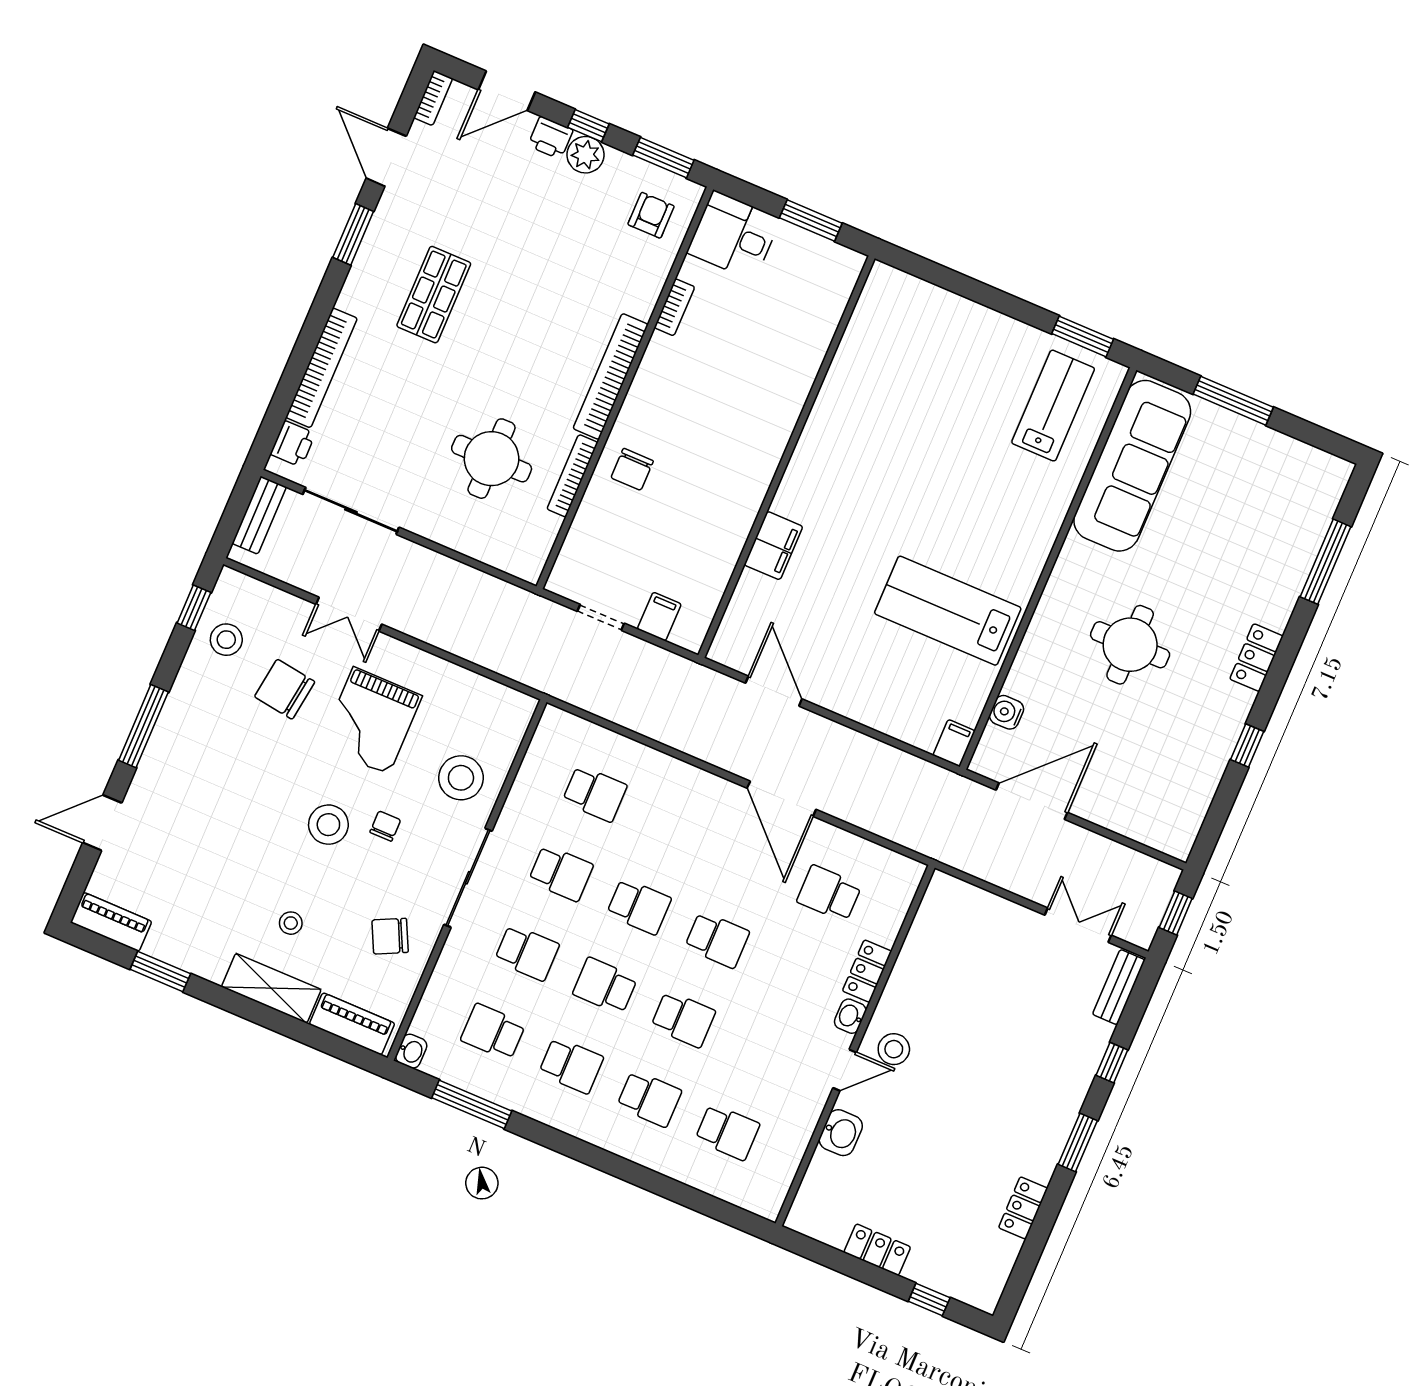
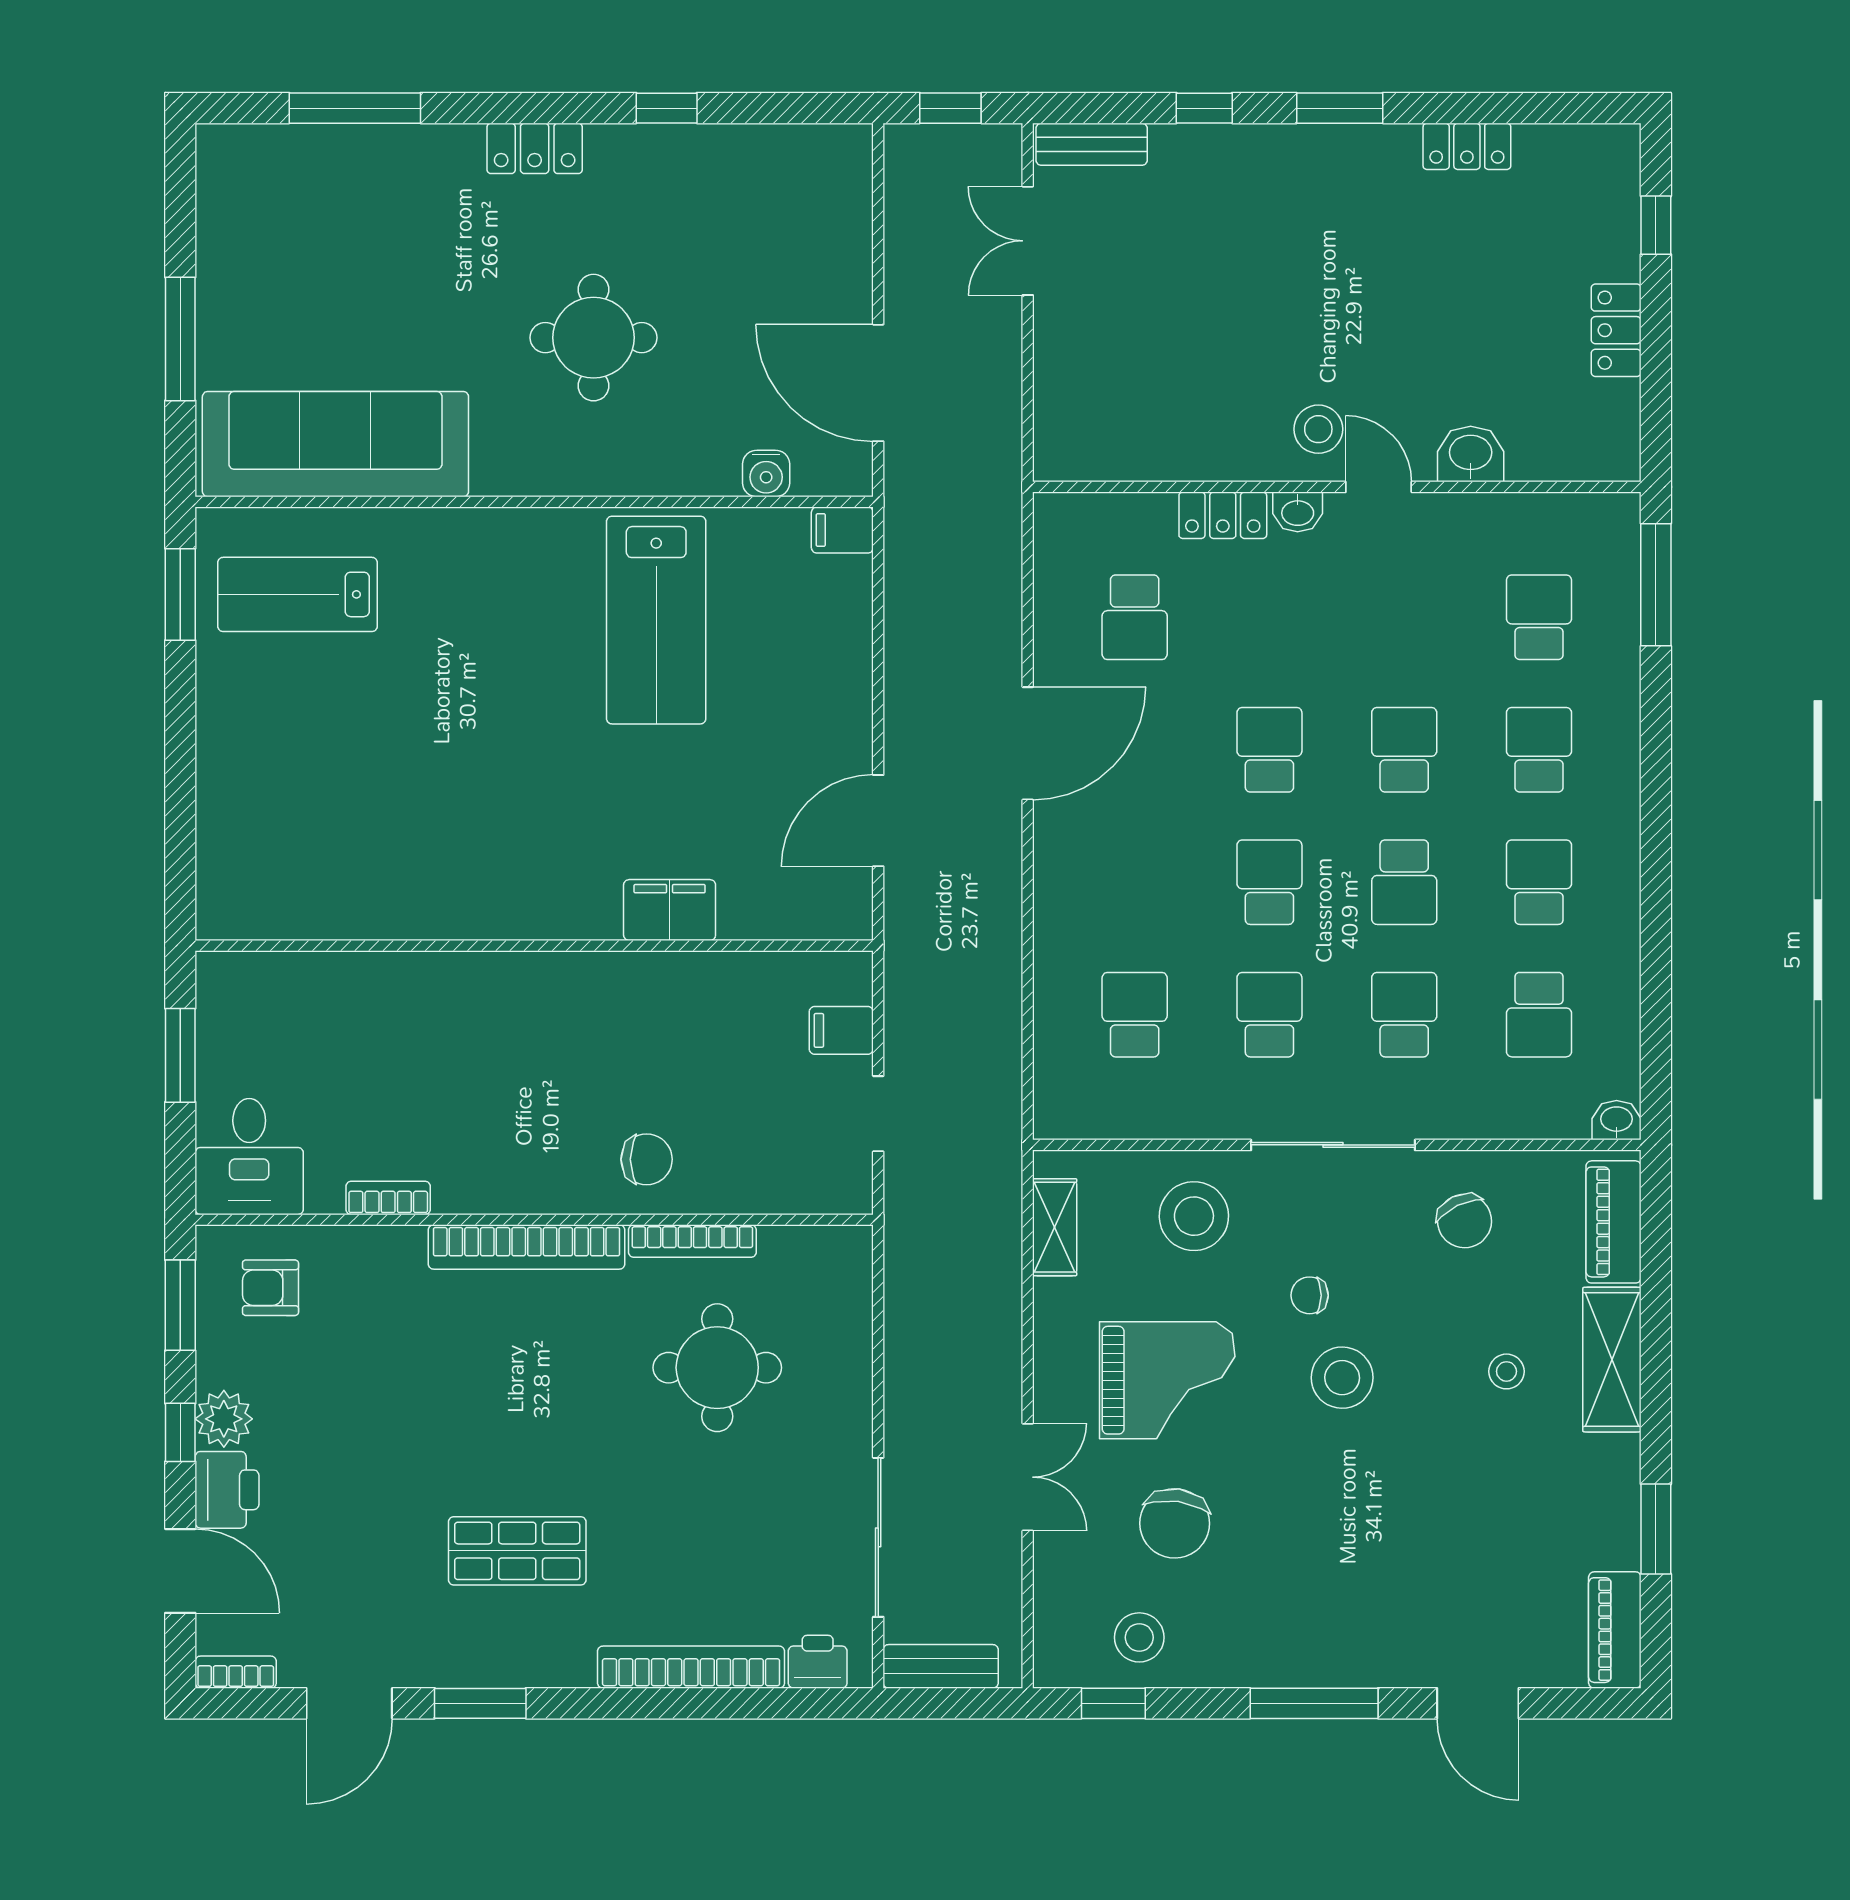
printer: (550, 138) -> (227, 1490), width x1.36, depth x1.24
shelving: (489, 693) -> (1055, 1227), added
window: (472, 1104) -> (1656, 585), moved

